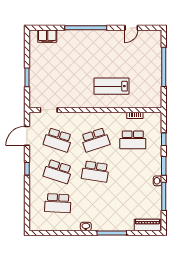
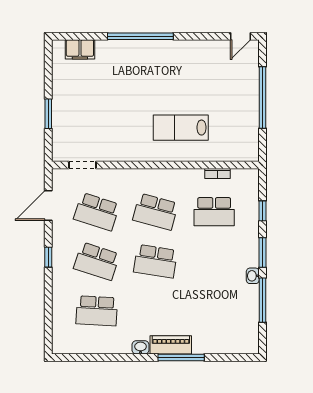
door: (131, 28) -> (241, 36), moved
school desk: (95, 140) -> (155, 212), turned 33
piano: (147, 225) -> (171, 345), moved

